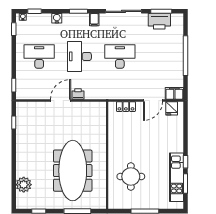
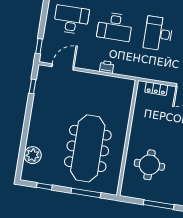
desk: (79, 56) -> (115, 27), turned -90
desk: (120, 56) -> (158, 34), turned -90
door: (61, 101) -> (63, 67), moved

